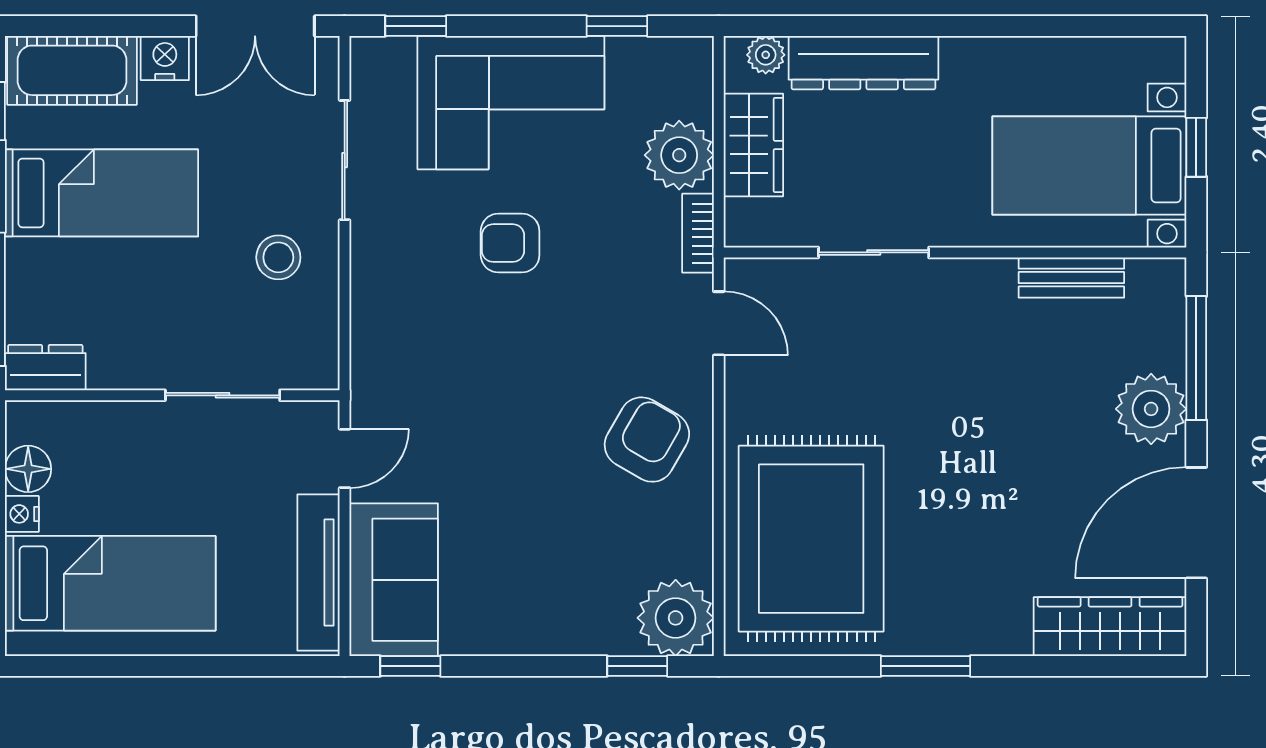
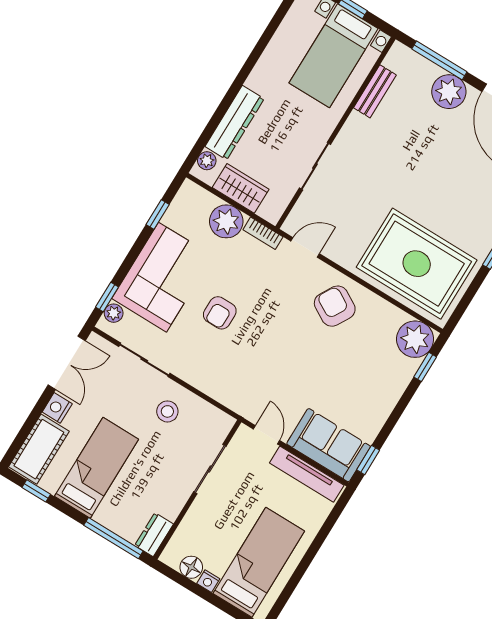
plant: (394, 55) -> (114, 313), added

